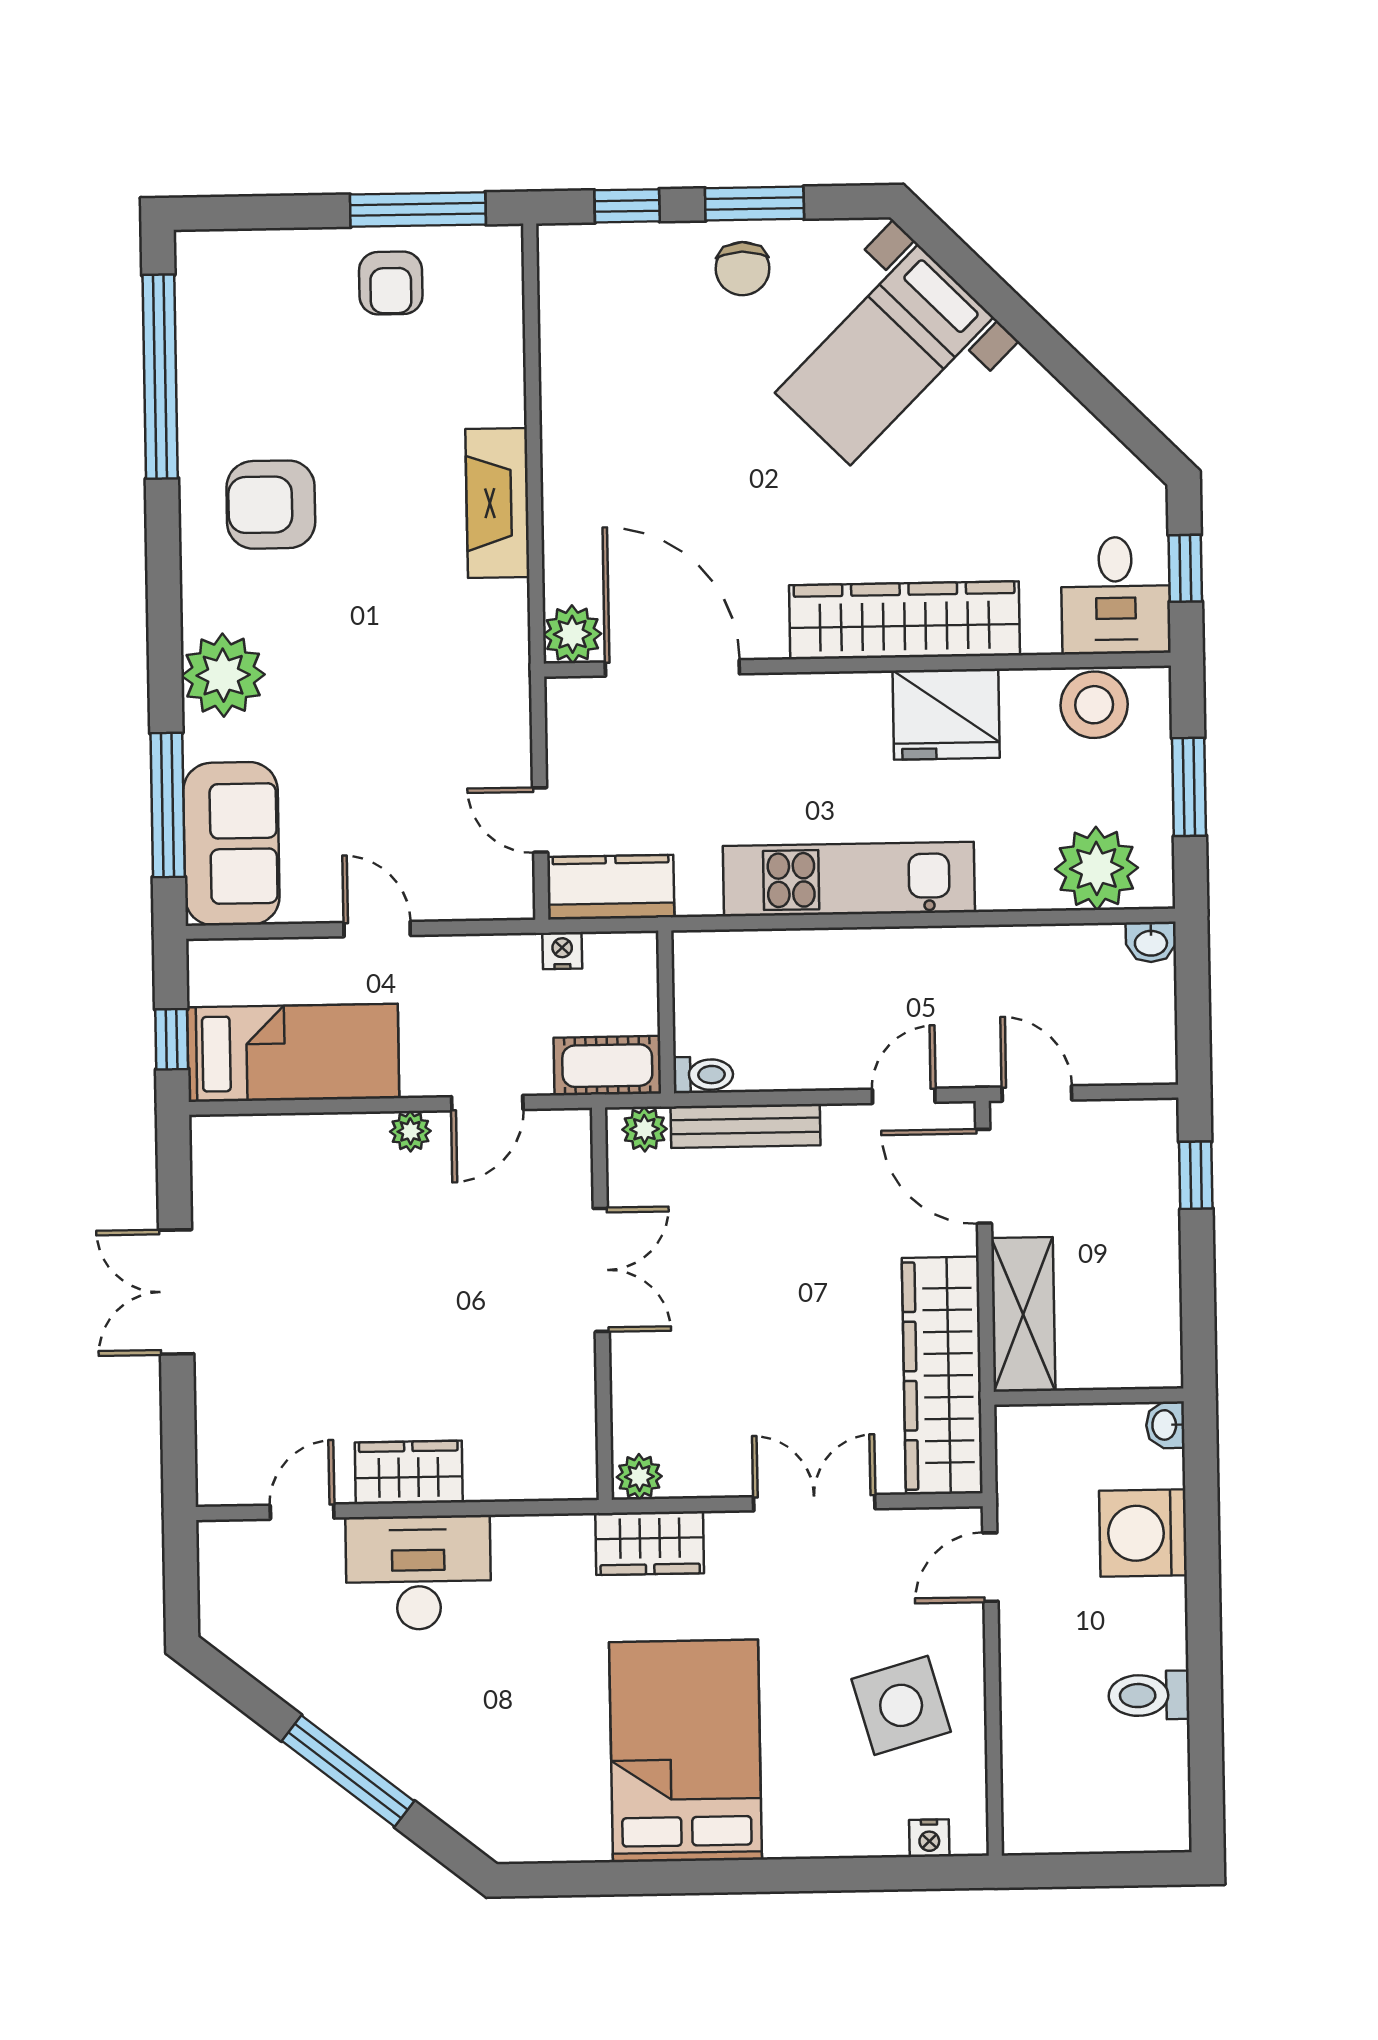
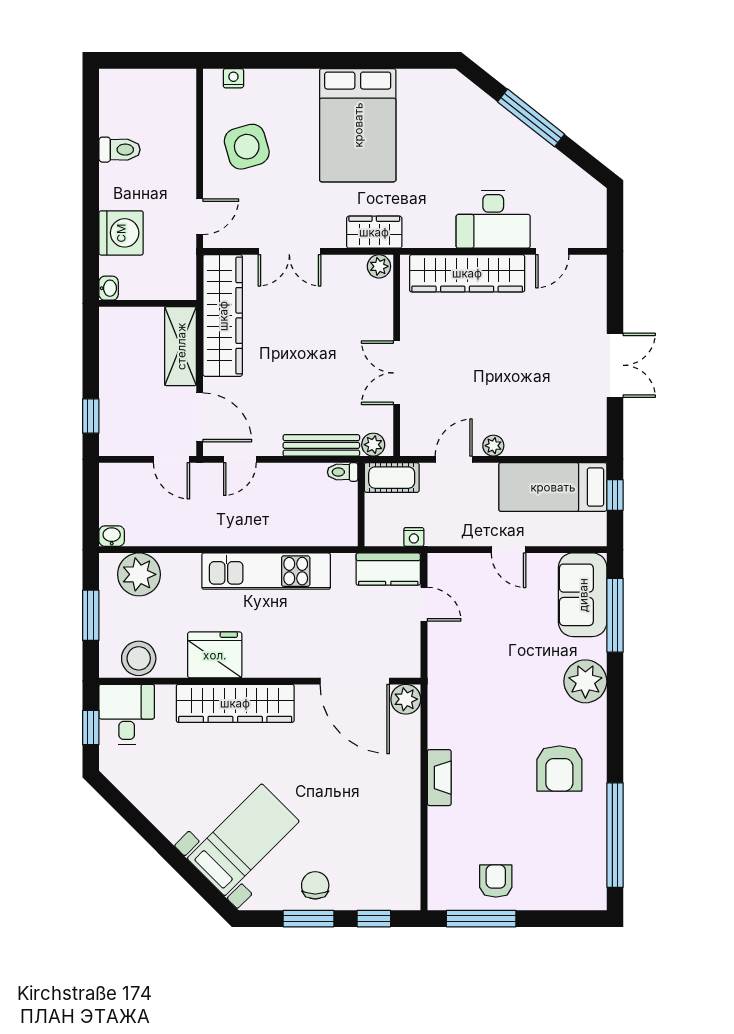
fireplace: (497, 503) -> (439, 778), width x0.73, depth x0.76
armchair: (271, 505) -> (559, 768), turned 90
wardrobe: (409, 1472) -> (467, 273), width x2.10, depth x1.17

